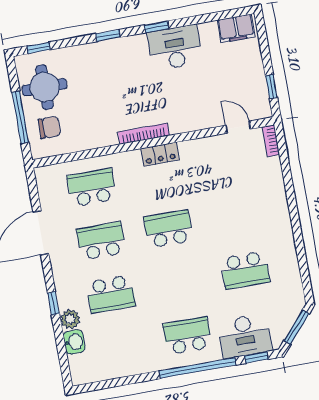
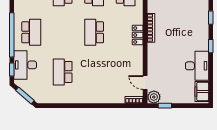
desk: (175, 48) -> (197, 66), moved
plant: (260, 108) -> (154, 97), added
door: (238, 127) -> (145, 83), swing flipped
school desk: (168, 229) -> (94, 32), turned 180

